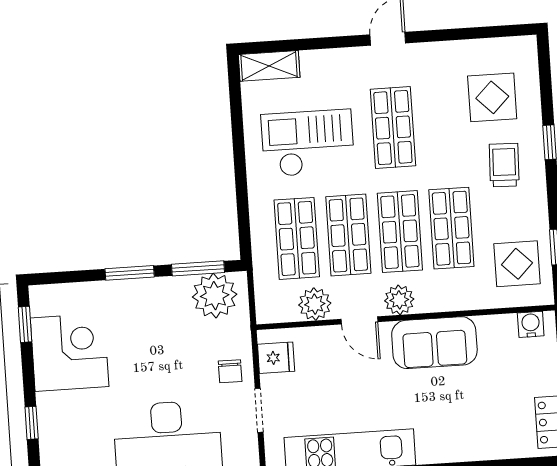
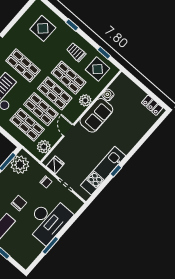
trolley: (504, 165) -> (76, 52), moved
plant: (399, 300) -> (85, 100), moved
plant: (315, 304) -> (44, 147), moved
door: (359, 320) -> (69, 130), swing flipped
water cooler: (531, 324) -> (108, 95), moved
chair: (146, 361) -> (19, 203), added

